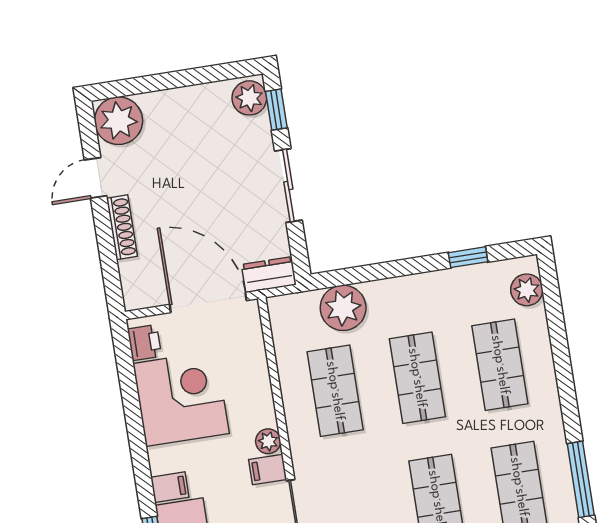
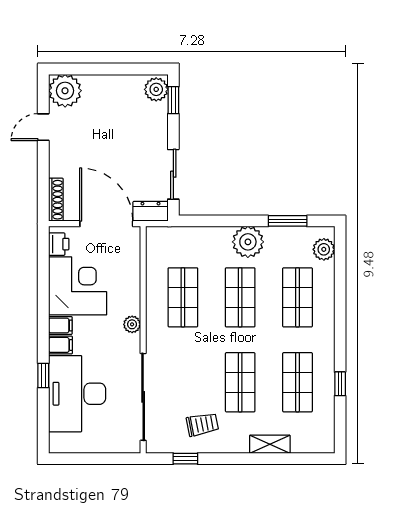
sliding door: (288, 185) -> (173, 174), moved
shoe rack: (122, 227) -> (56, 200), moved
window: (468, 257) -> (288, 221), width x1.50
plant: (343, 308) -> (248, 242), moved
filing cabinet: (268, 469) -> (60, 325), moved, turned 180
window: (581, 479) -> (340, 384), width x0.46

